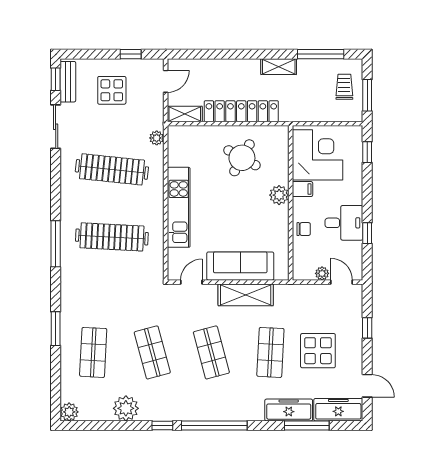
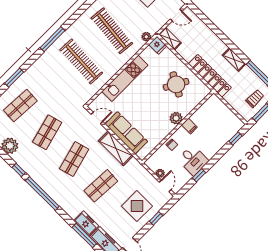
locker: (241, 111) -> (210, 76), moved
fridge: (178, 135) -> (158, 45), added
corner desk: (318, 155) -> (212, 117), removed
display table: (318, 351) -> (137, 206), moved
freezer: (289, 410) -> (86, 223), width x0.71

